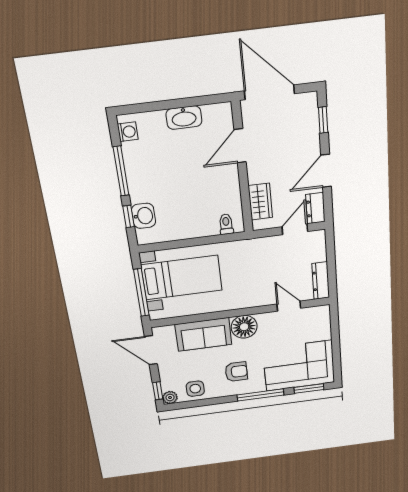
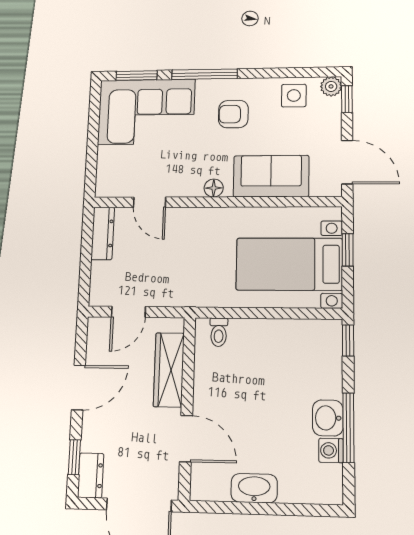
washing machine: (128, 132) -> (331, 450), moved
door: (240, 146) -> (186, 439), hinge flipped
wardrobe: (260, 202) -> (169, 370), width x1.50
dresser: (315, 208) -> (91, 475), moved
window: (129, 216) -> (348, 340), moved
washbasin: (144, 216) -> (328, 418), moved
window: (141, 293) -> (348, 250), width x0.46
floor lamp: (244, 327) -> (214, 188), width x0.53, depth x0.53

